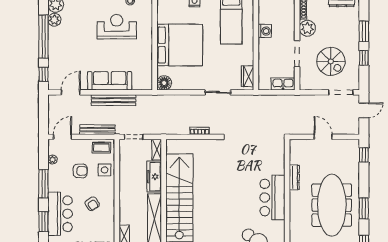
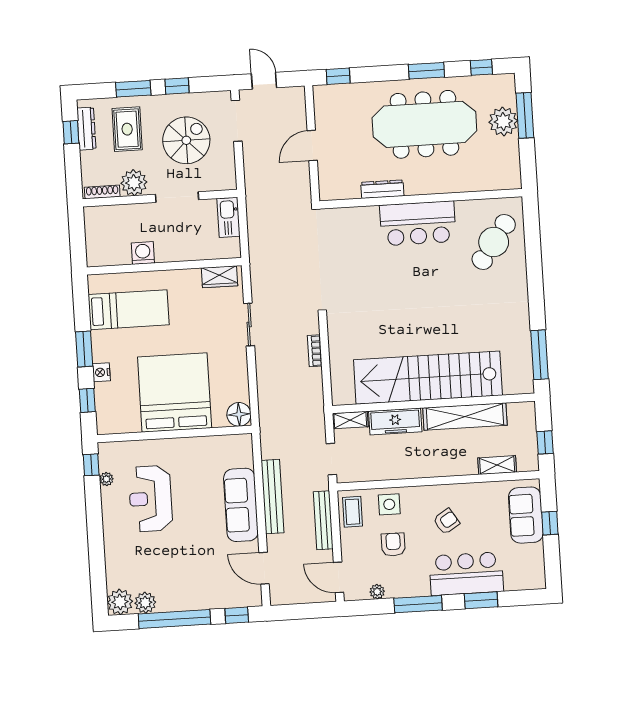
rug: (340, 26) -> (127, 129), added

